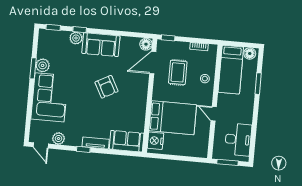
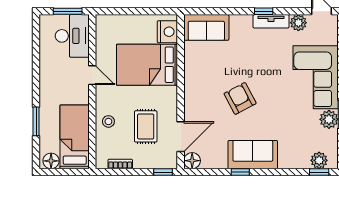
window: (80, 30) -> (240, 172), moved
plant: (76, 38) -> (319, 160), moved
desk: (238, 140) -> (72, 36), moved, turned 180
tv unit: (96, 143) -> (271, 21), moved

